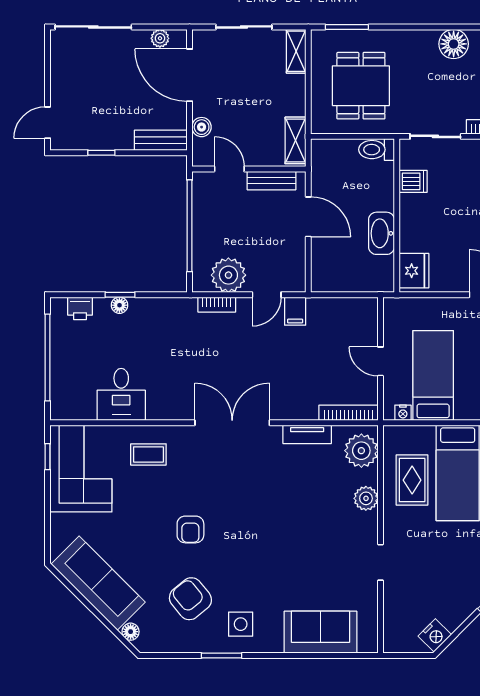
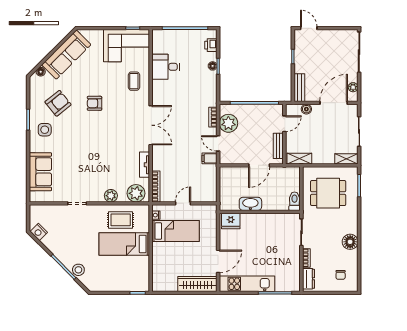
dishwasher: (413, 181) -> (278, 221), removed

